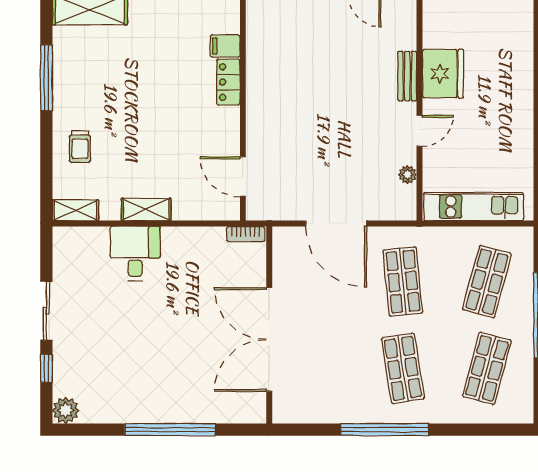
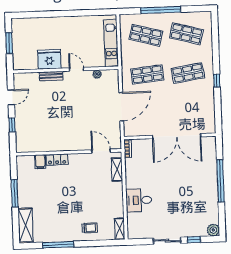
door: (243, 177) -> (101, 151), swing flipped
shelving: (146, 209) -> (117, 169), moved
window: (385, 430) -> (217, 81), width x0.32

